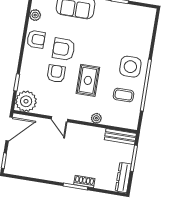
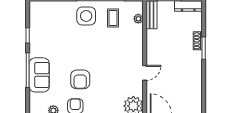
armchair: (56, 74) -> (104, 83), removed
rug: (88, 80) -> (105, 53), removed
plant: (96, 118) -> (138, 19), moved

